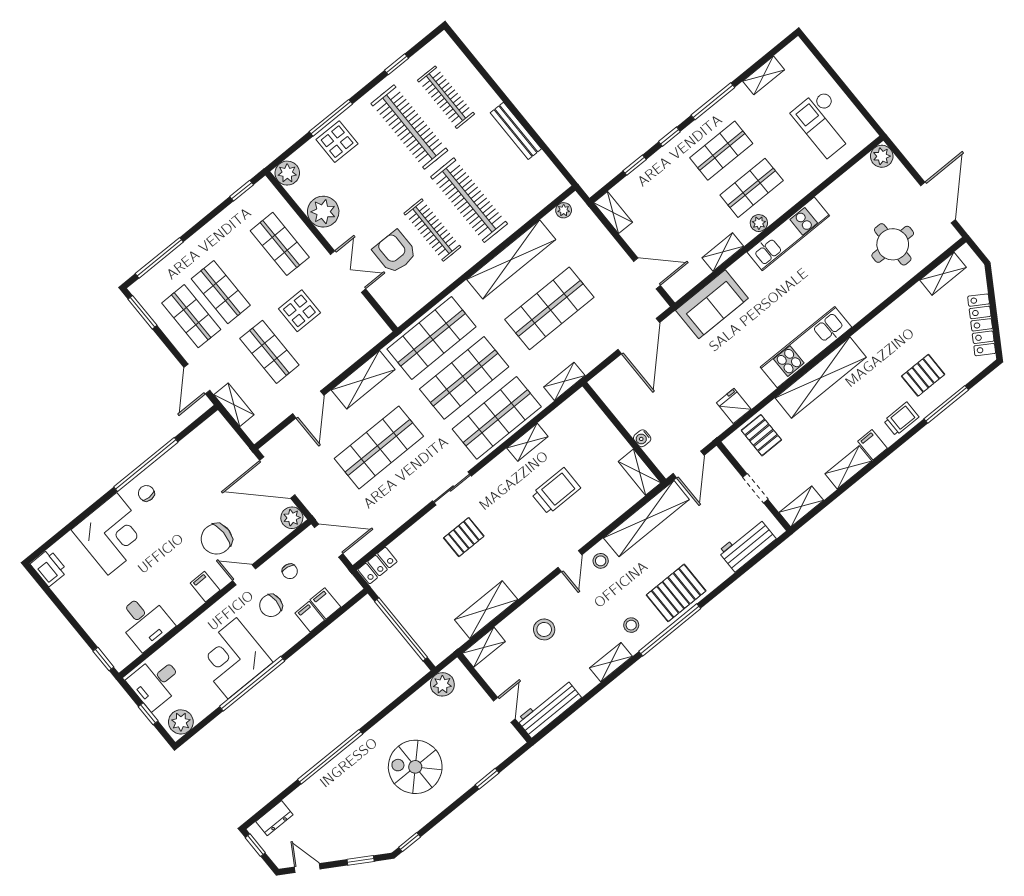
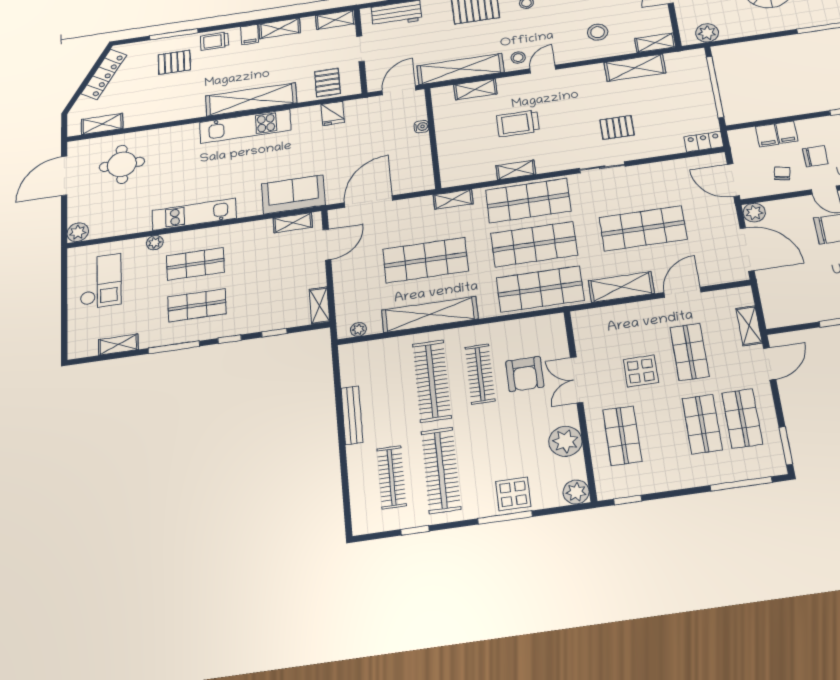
plant: (759, 223) -> (155, 243), moved
shelving: (723, 252) -> (293, 223), moved
door: (647, 273) -> (327, 244), swing flipped
shelving: (640, 472) -> (475, 89), moved, turned 90

